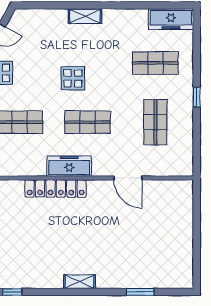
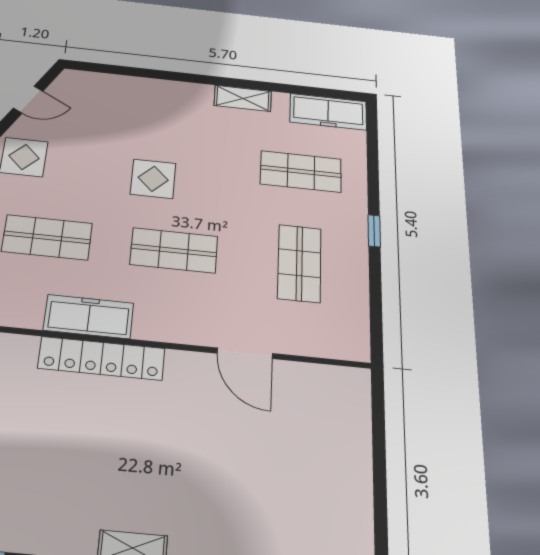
shelving: (85, 16) -> (243, 98), moved
freezer: (69, 166) -> (89, 317), moved

